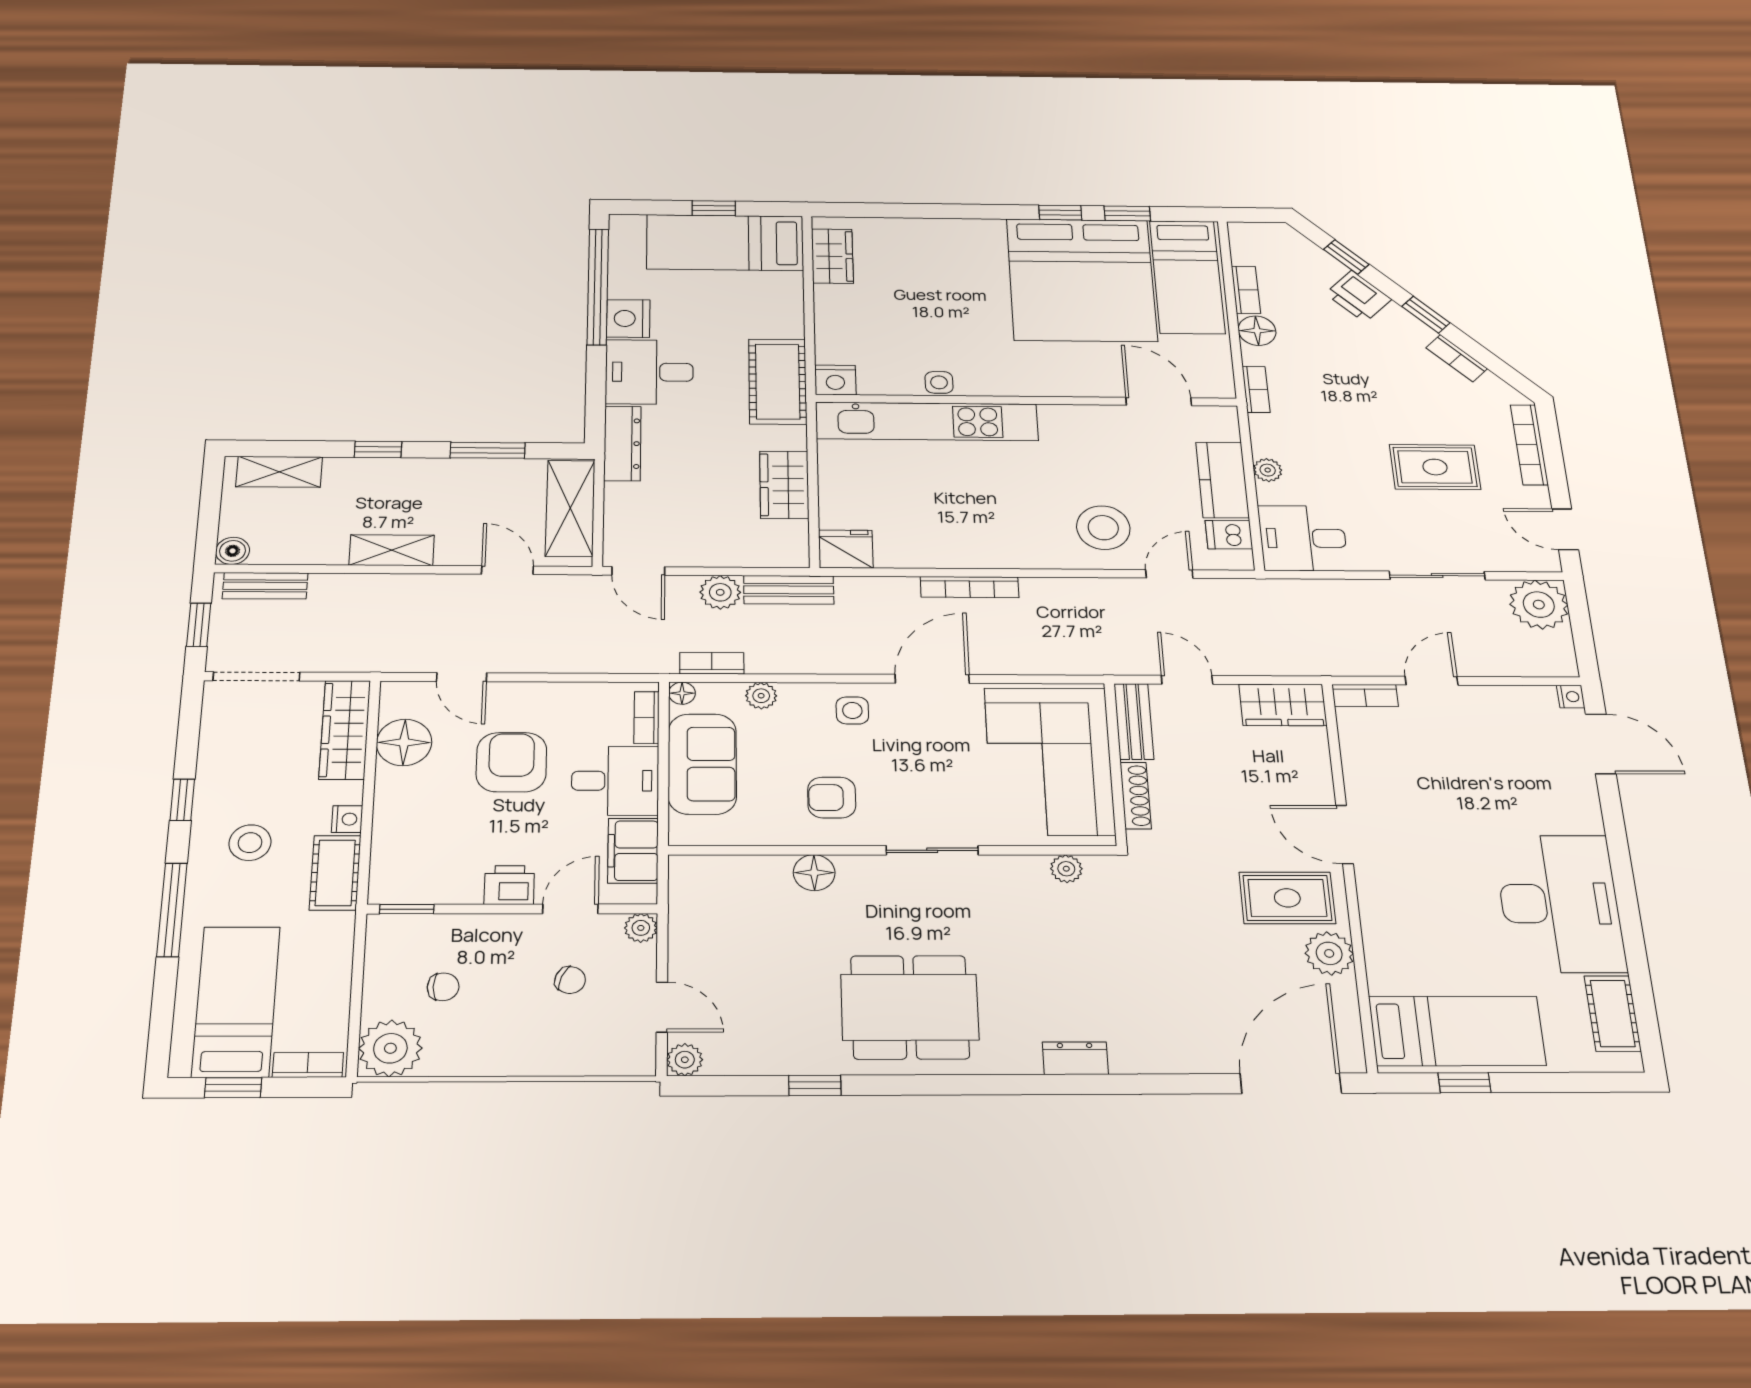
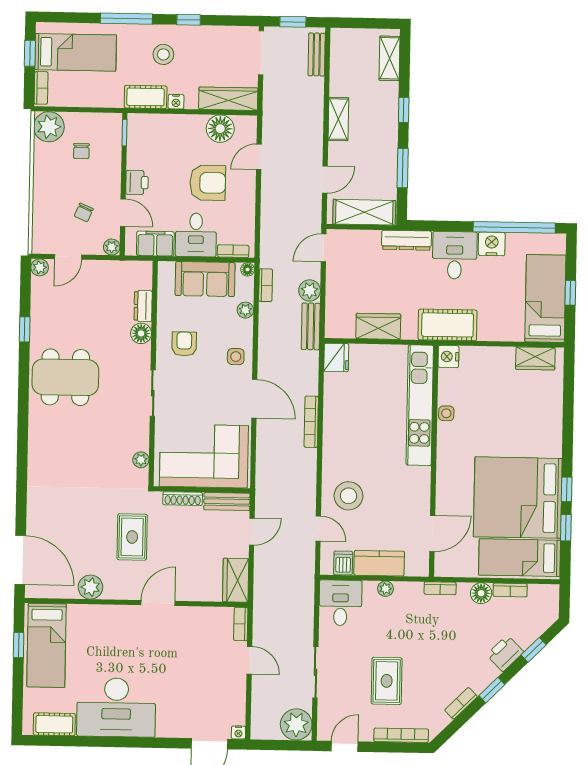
boiler: (233, 551) -> (339, 37), removed
rug: (1287, 898) -> (132, 537), moved
dining table: (910, 1007) -> (65, 377), turned 90
dresser: (1075, 1058) -> (143, 306), moved, turned 180

